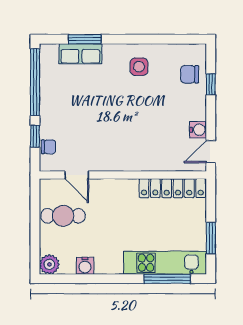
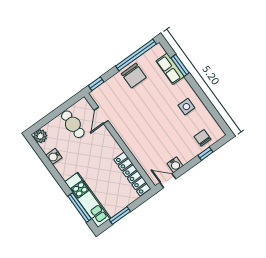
window: (35, 136) -> (96, 84), moved
chair: (49, 147) -> (134, 76), moved, width x1.87, depth x1.87

